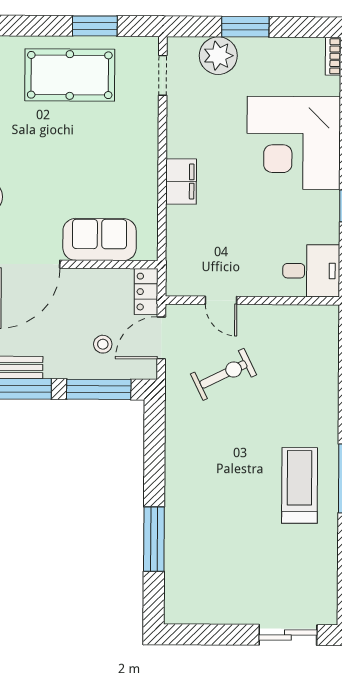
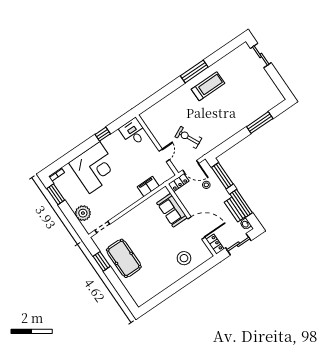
window: (245, 27) -> (56, 194), moved
filing cabinet: (181, 181) -> (148, 186), moved
treadmill: (300, 485) -> (208, 86), turned 180

